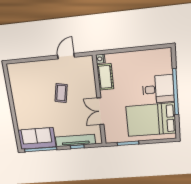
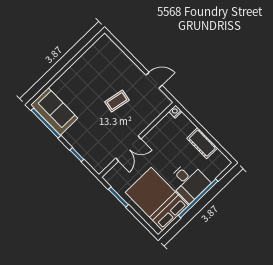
cot: (105, 77) -> (202, 143), moved, turned 90
double door: (100, 111) -> (128, 149), swing flipped
tv unit: (75, 141) -> (82, 148), removed

